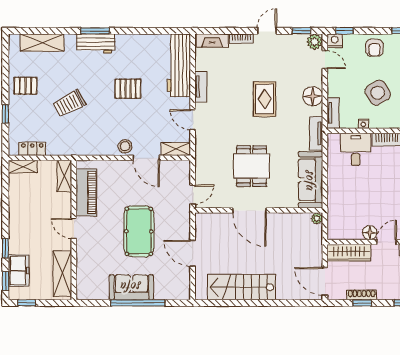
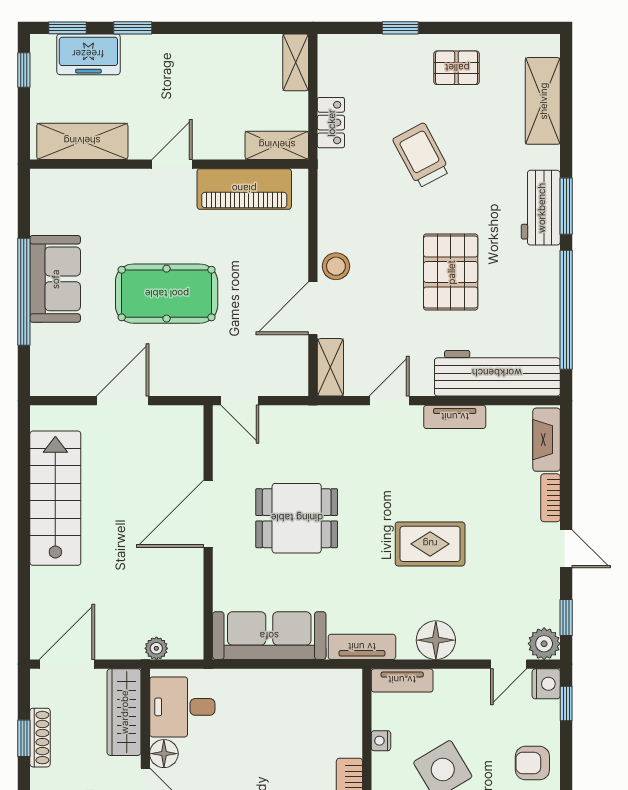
window: (147, 31) -> (566, 310), added
pallet: (25, 86) -> (457, 68), turned 90
pallet: (128, 89) -> (451, 272), width x1.50, depth x1.42
locker: (32, 149) -> (331, 123), moved
desk: (356, 149) -> (182, 707), moved, turned 180
plant: (317, 218) -> (156, 648), moved

